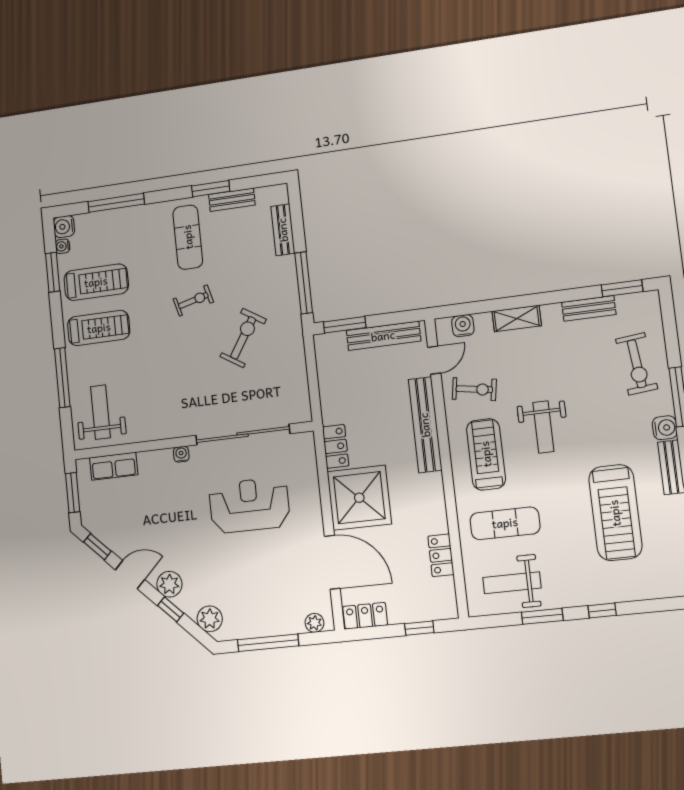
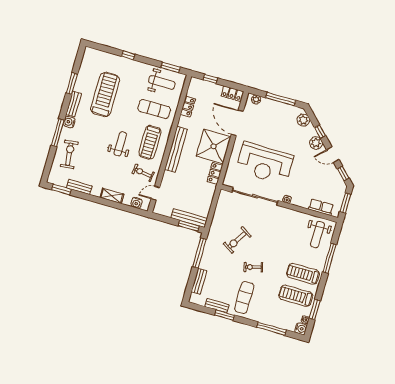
bench: (383, 336) -> (189, 218), moved
bench: (425, 425) -> (176, 149), moved
reception desk: (249, 505) -> (265, 163), width x1.36, depth x1.30
window: (542, 616) -> (171, 67), moved

